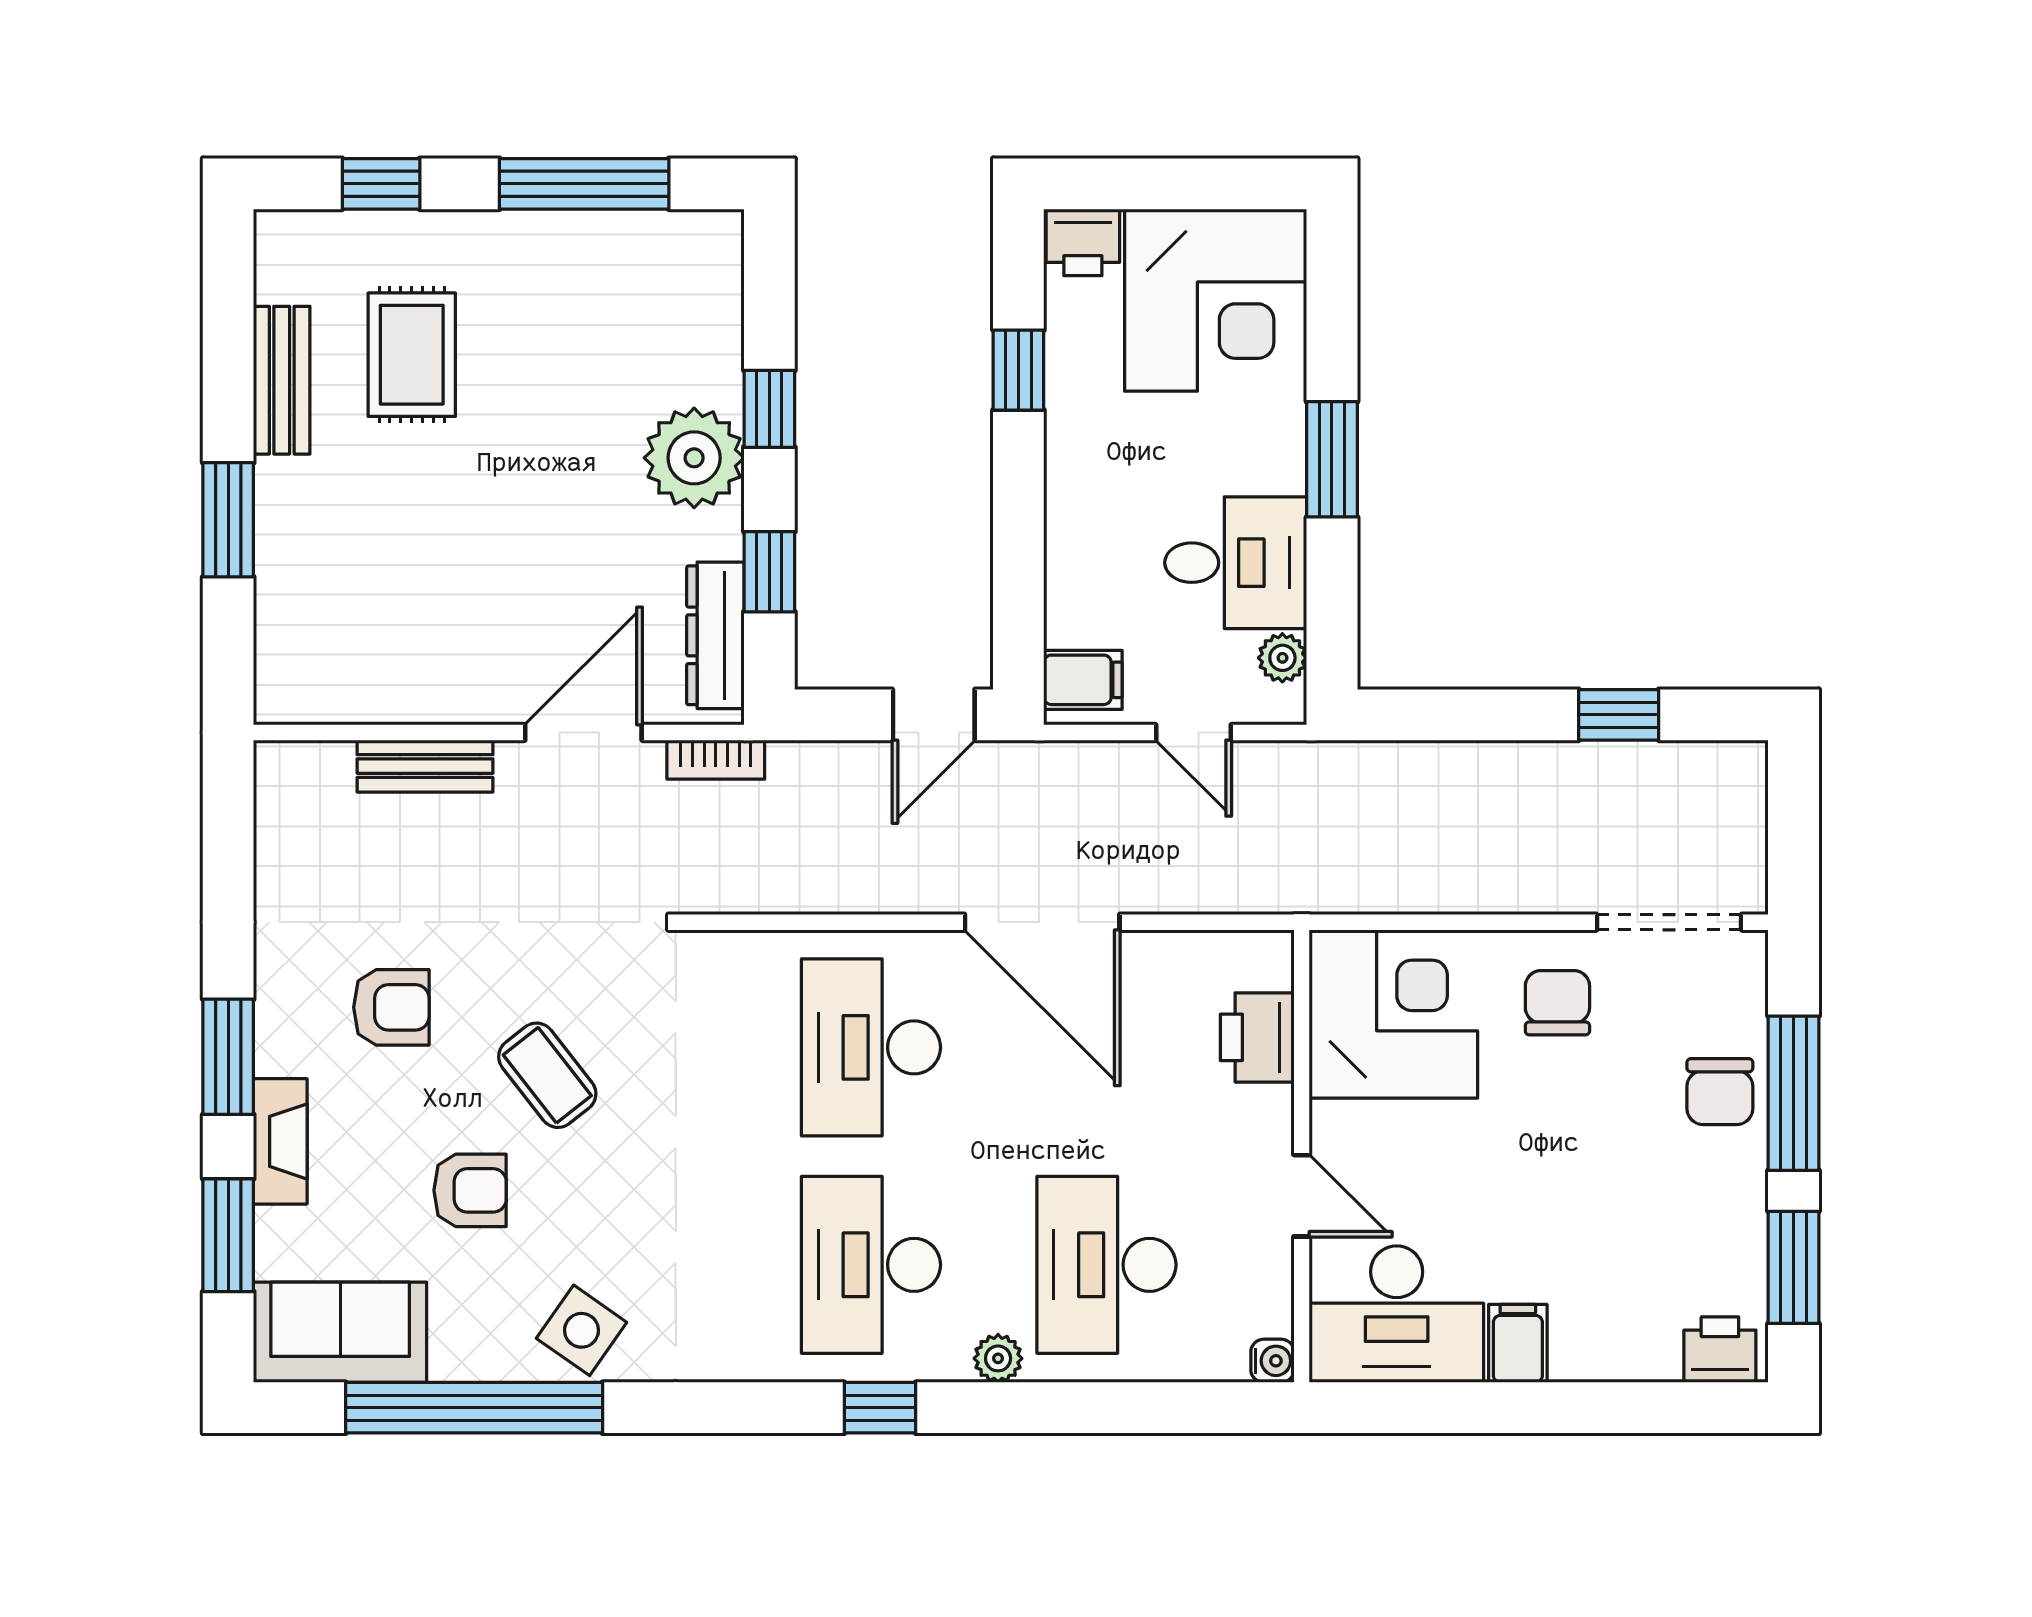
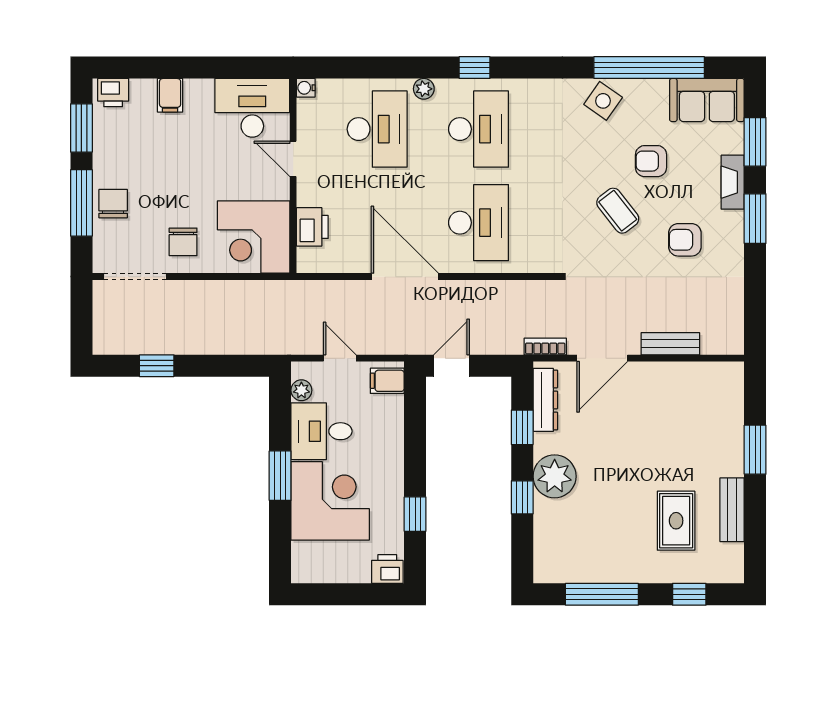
corner desk: (1216, 300) -> (330, 501), moved, turned 90
filing cabinet: (1518, 1343) -> (170, 95), moved

